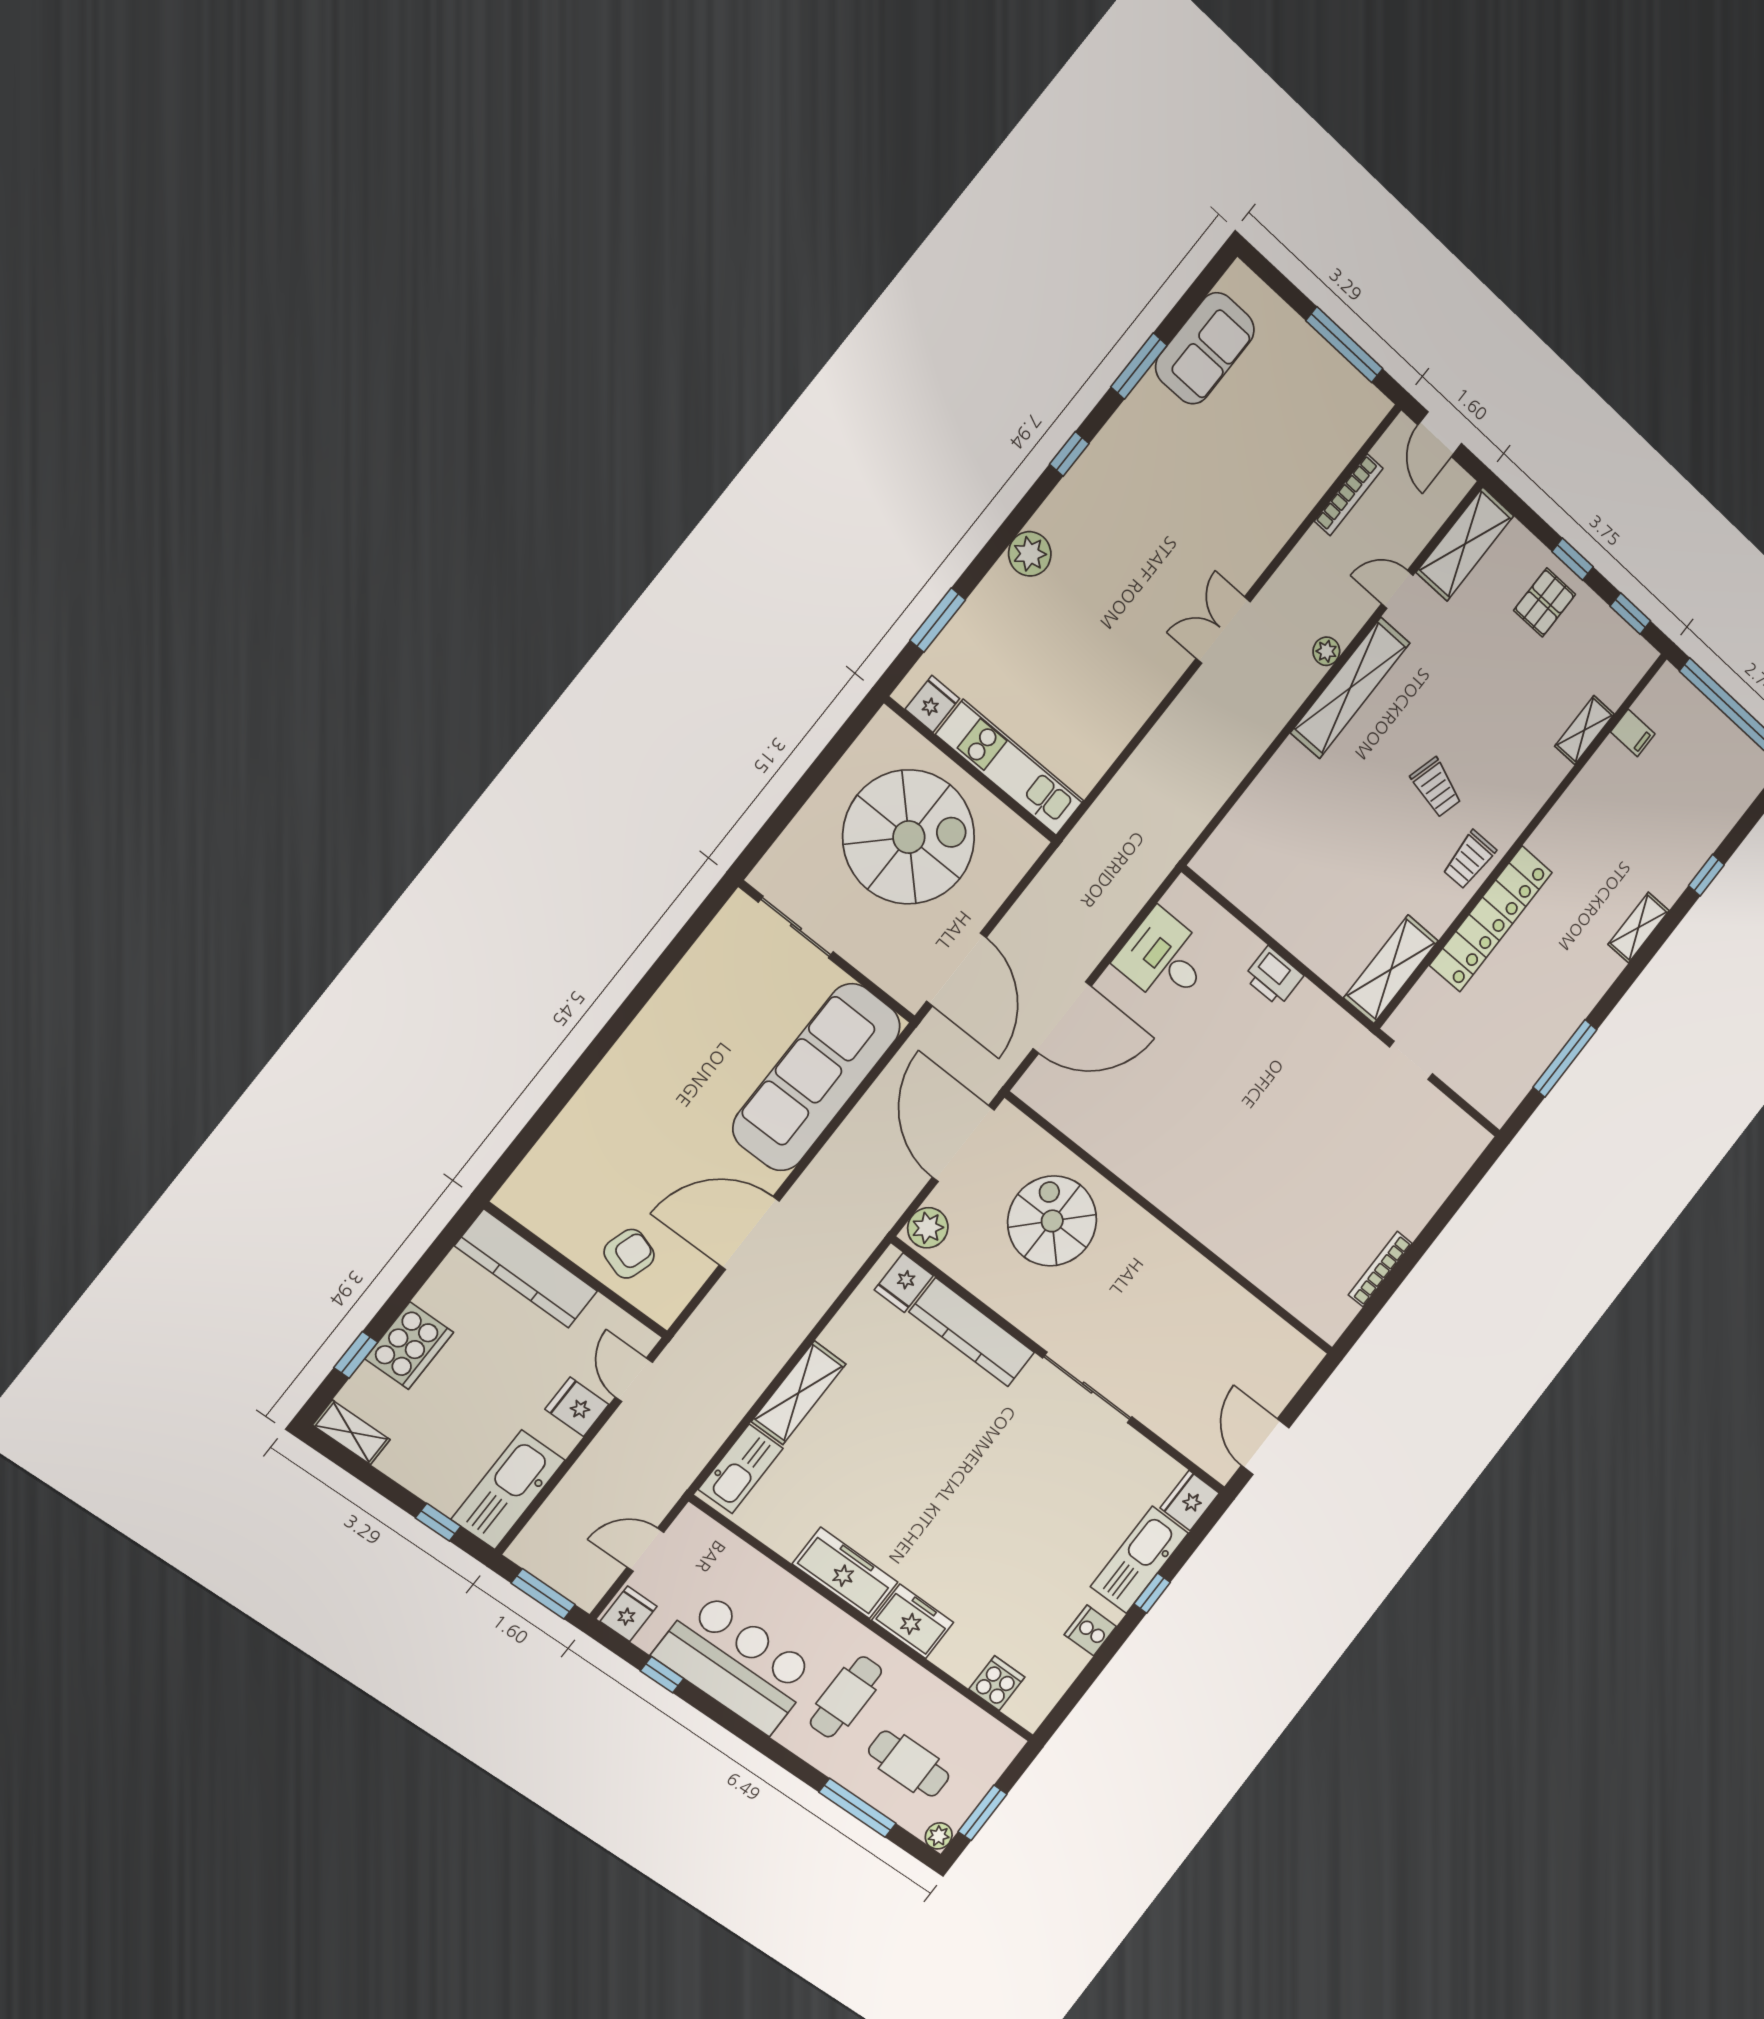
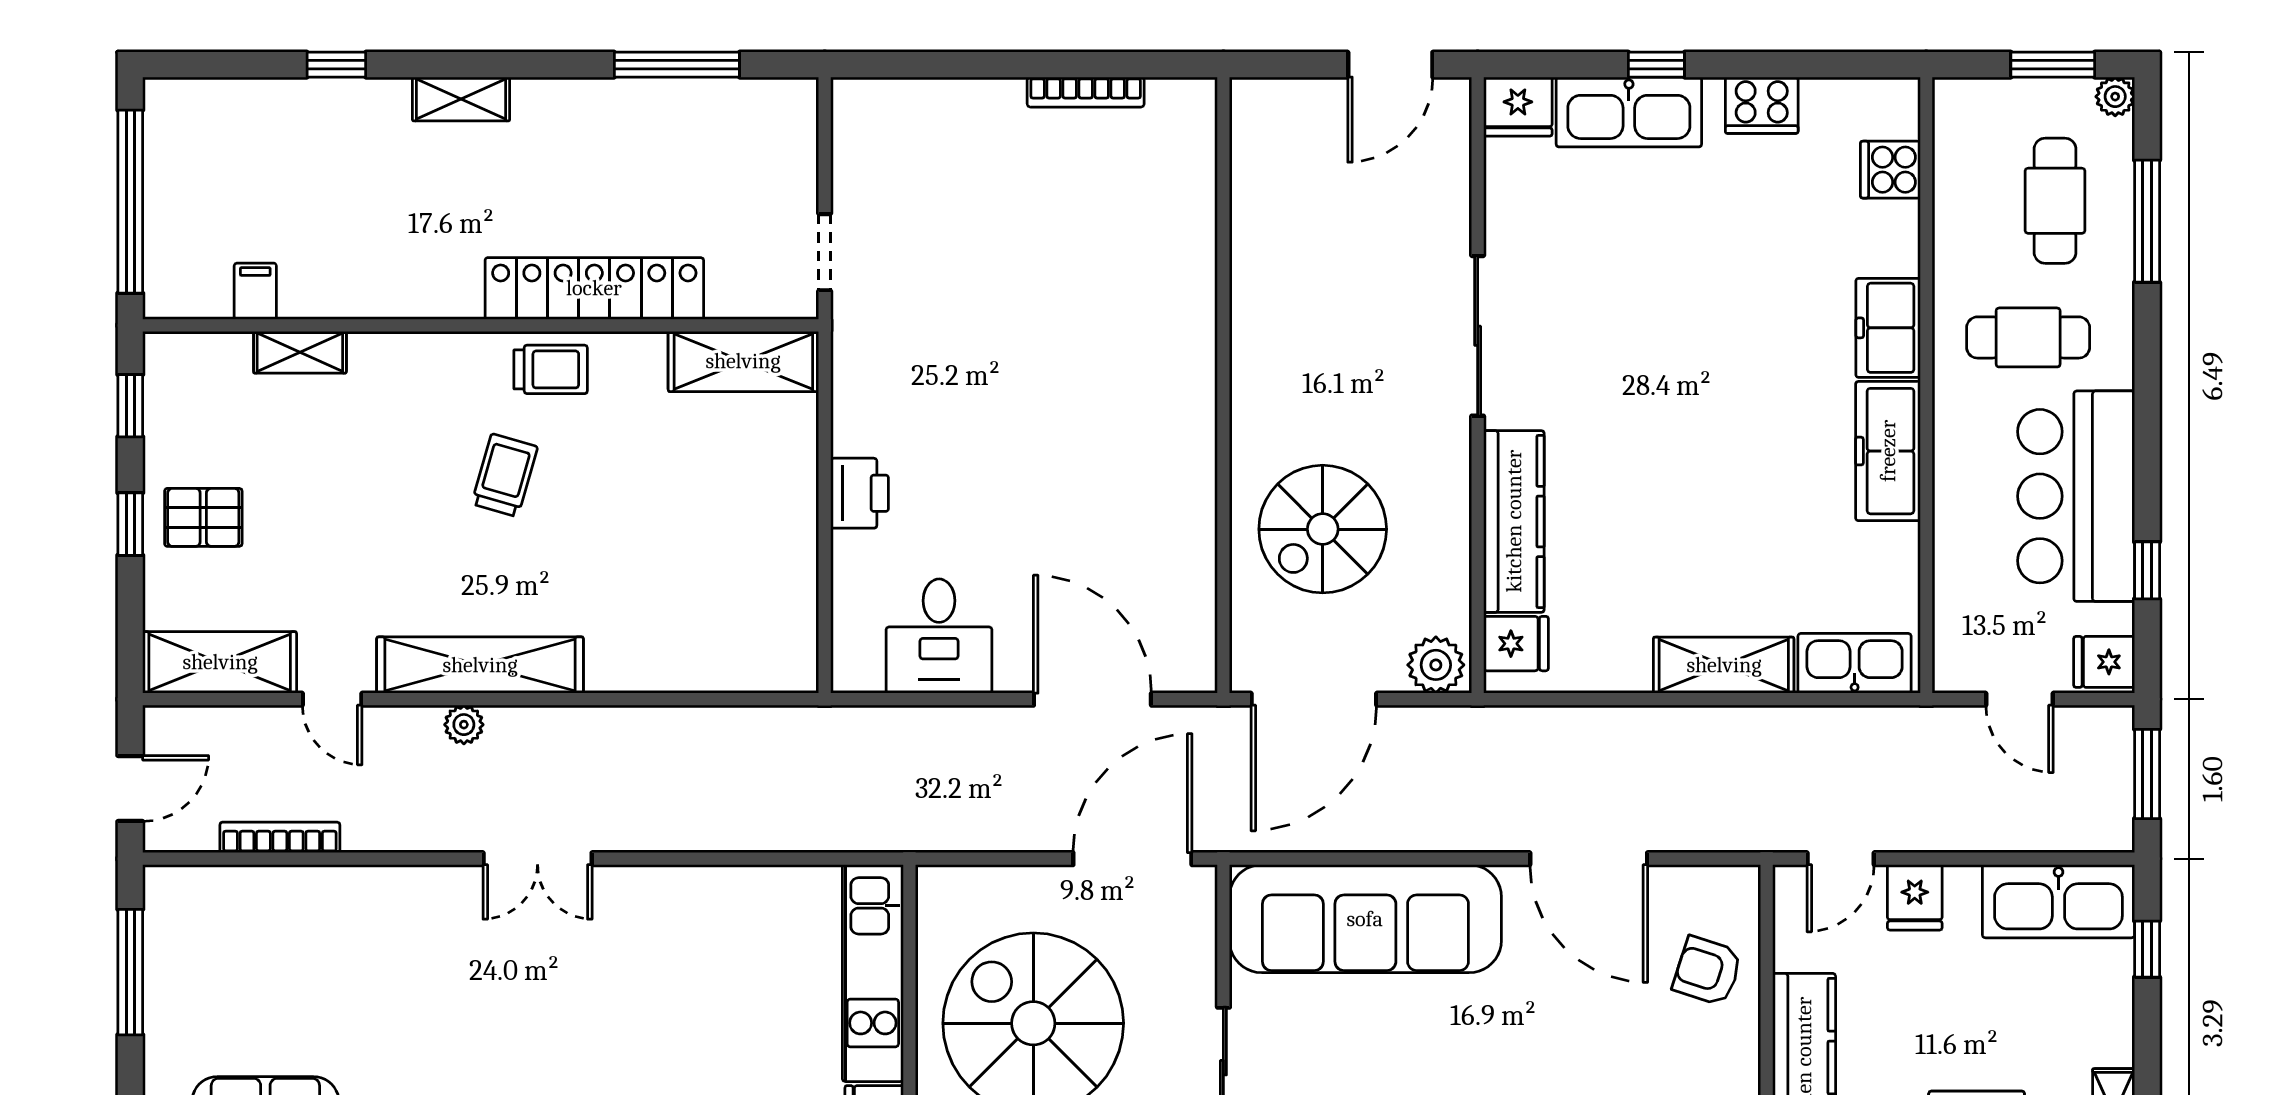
cooker: (1090, 1631) -> (1762, 105), width x1.36

